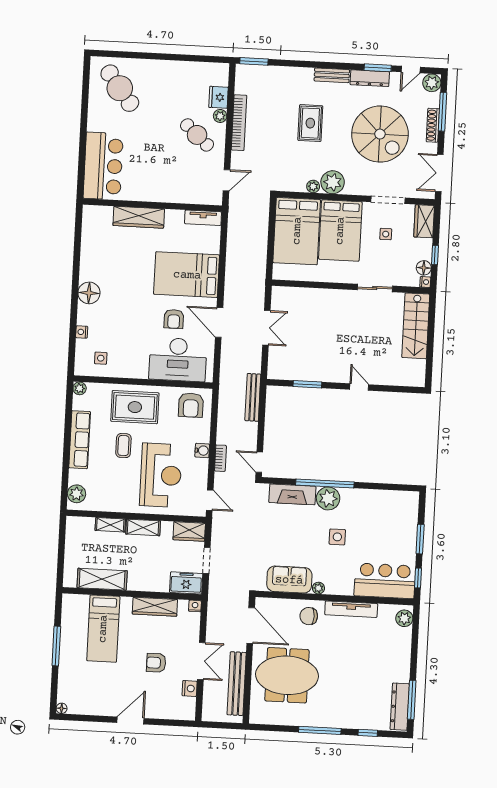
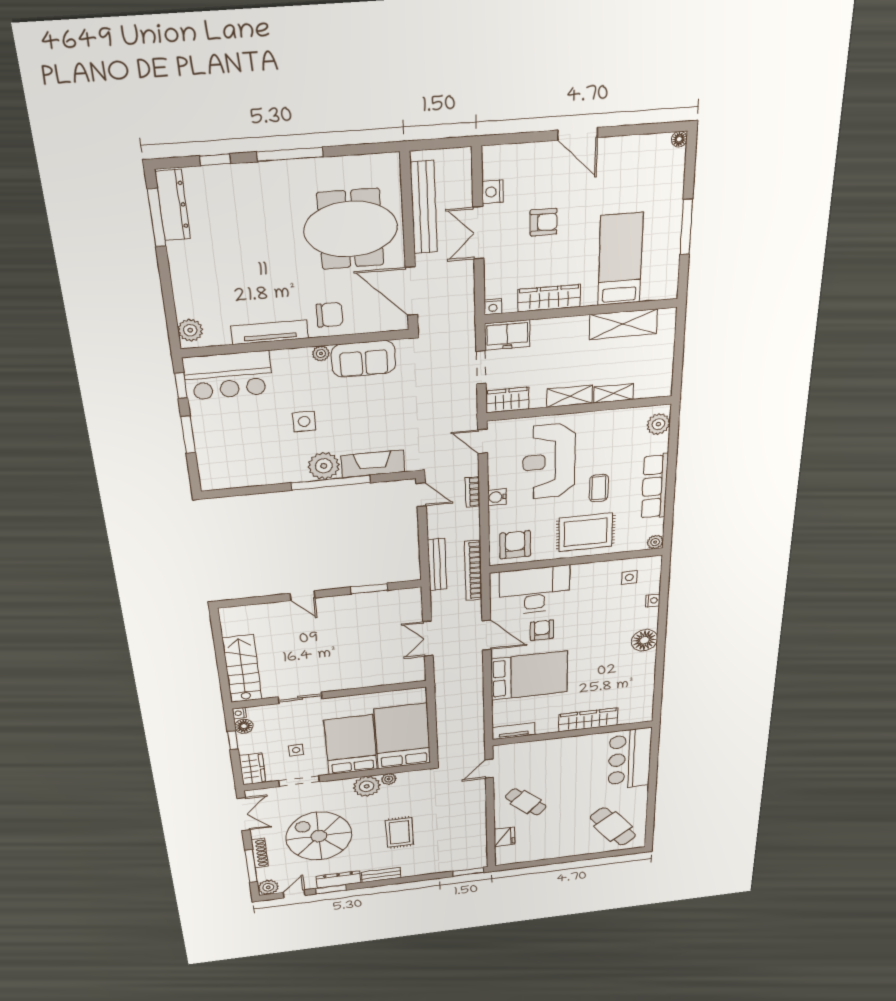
plant: (220, 116) -> (501, 822), removed
bookcase: (239, 123) -> (473, 571), moved
door: (130, 720) -> (578, 134), hinge flipped

